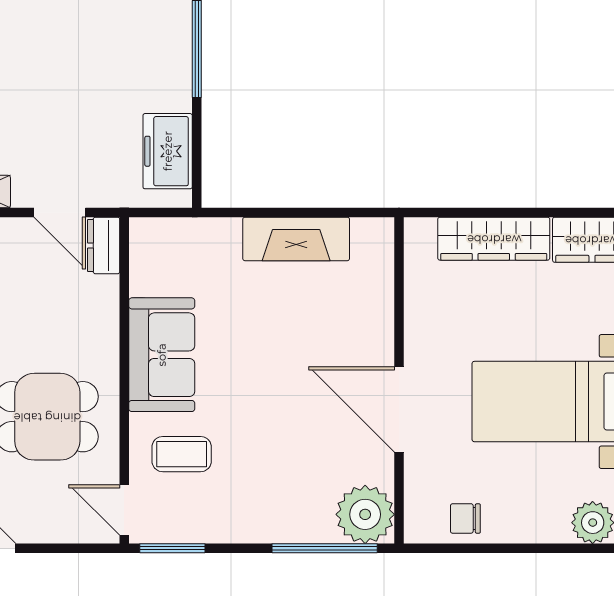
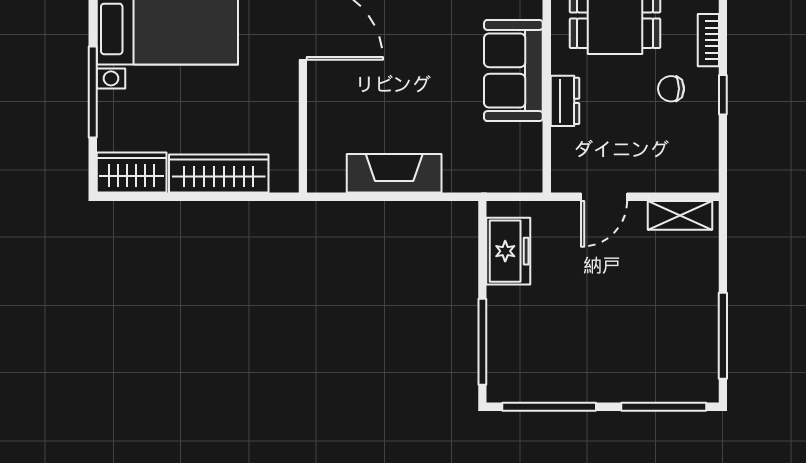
door: (60, 212) -> (604, 197), swing flipped
dresser: (104, 245) -> (565, 101), moved

